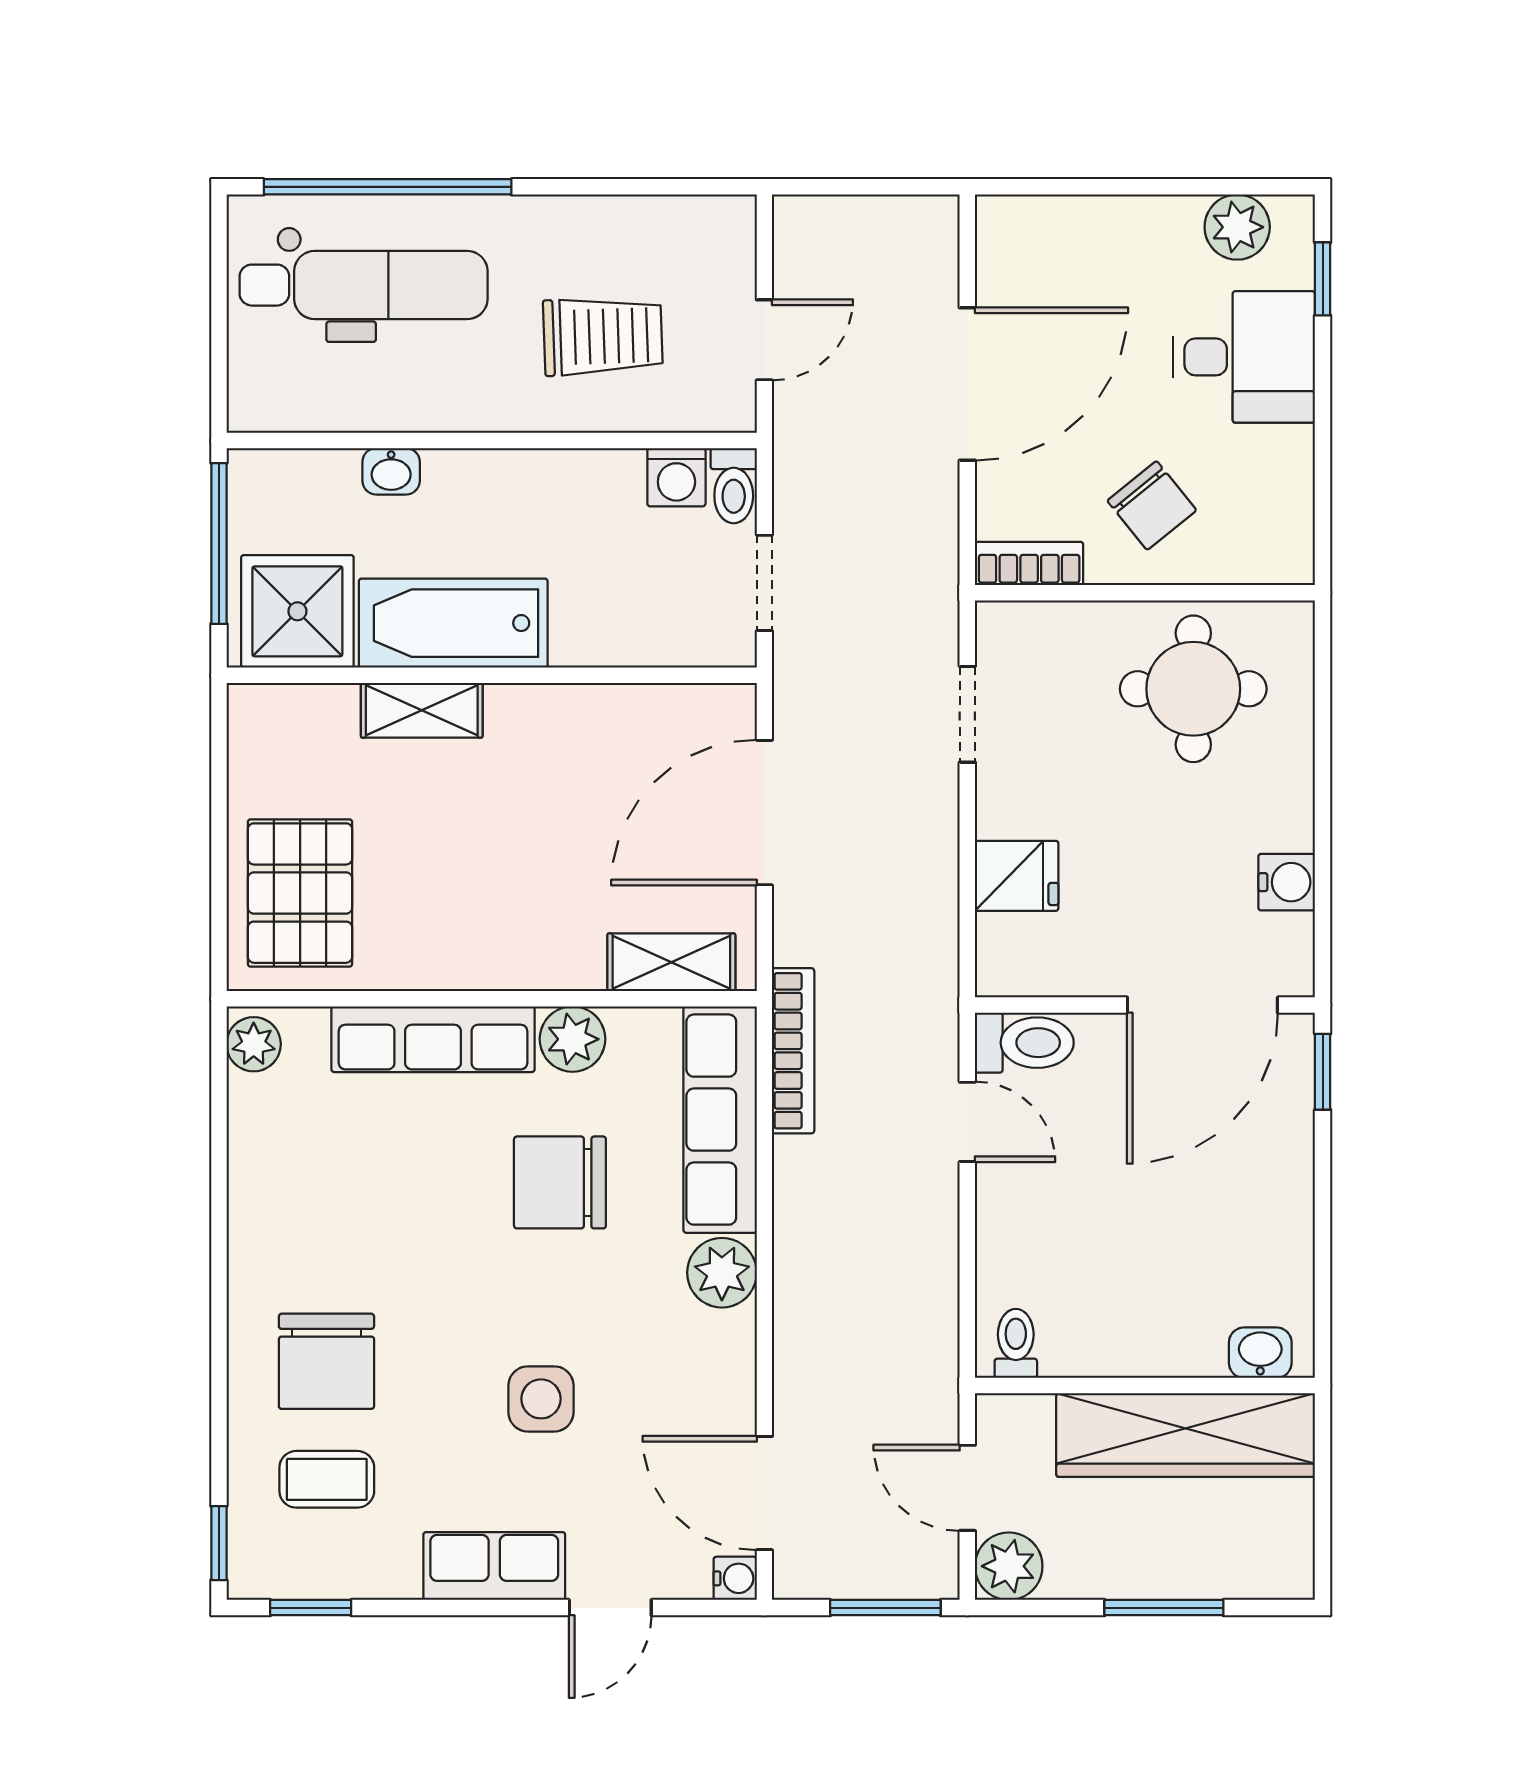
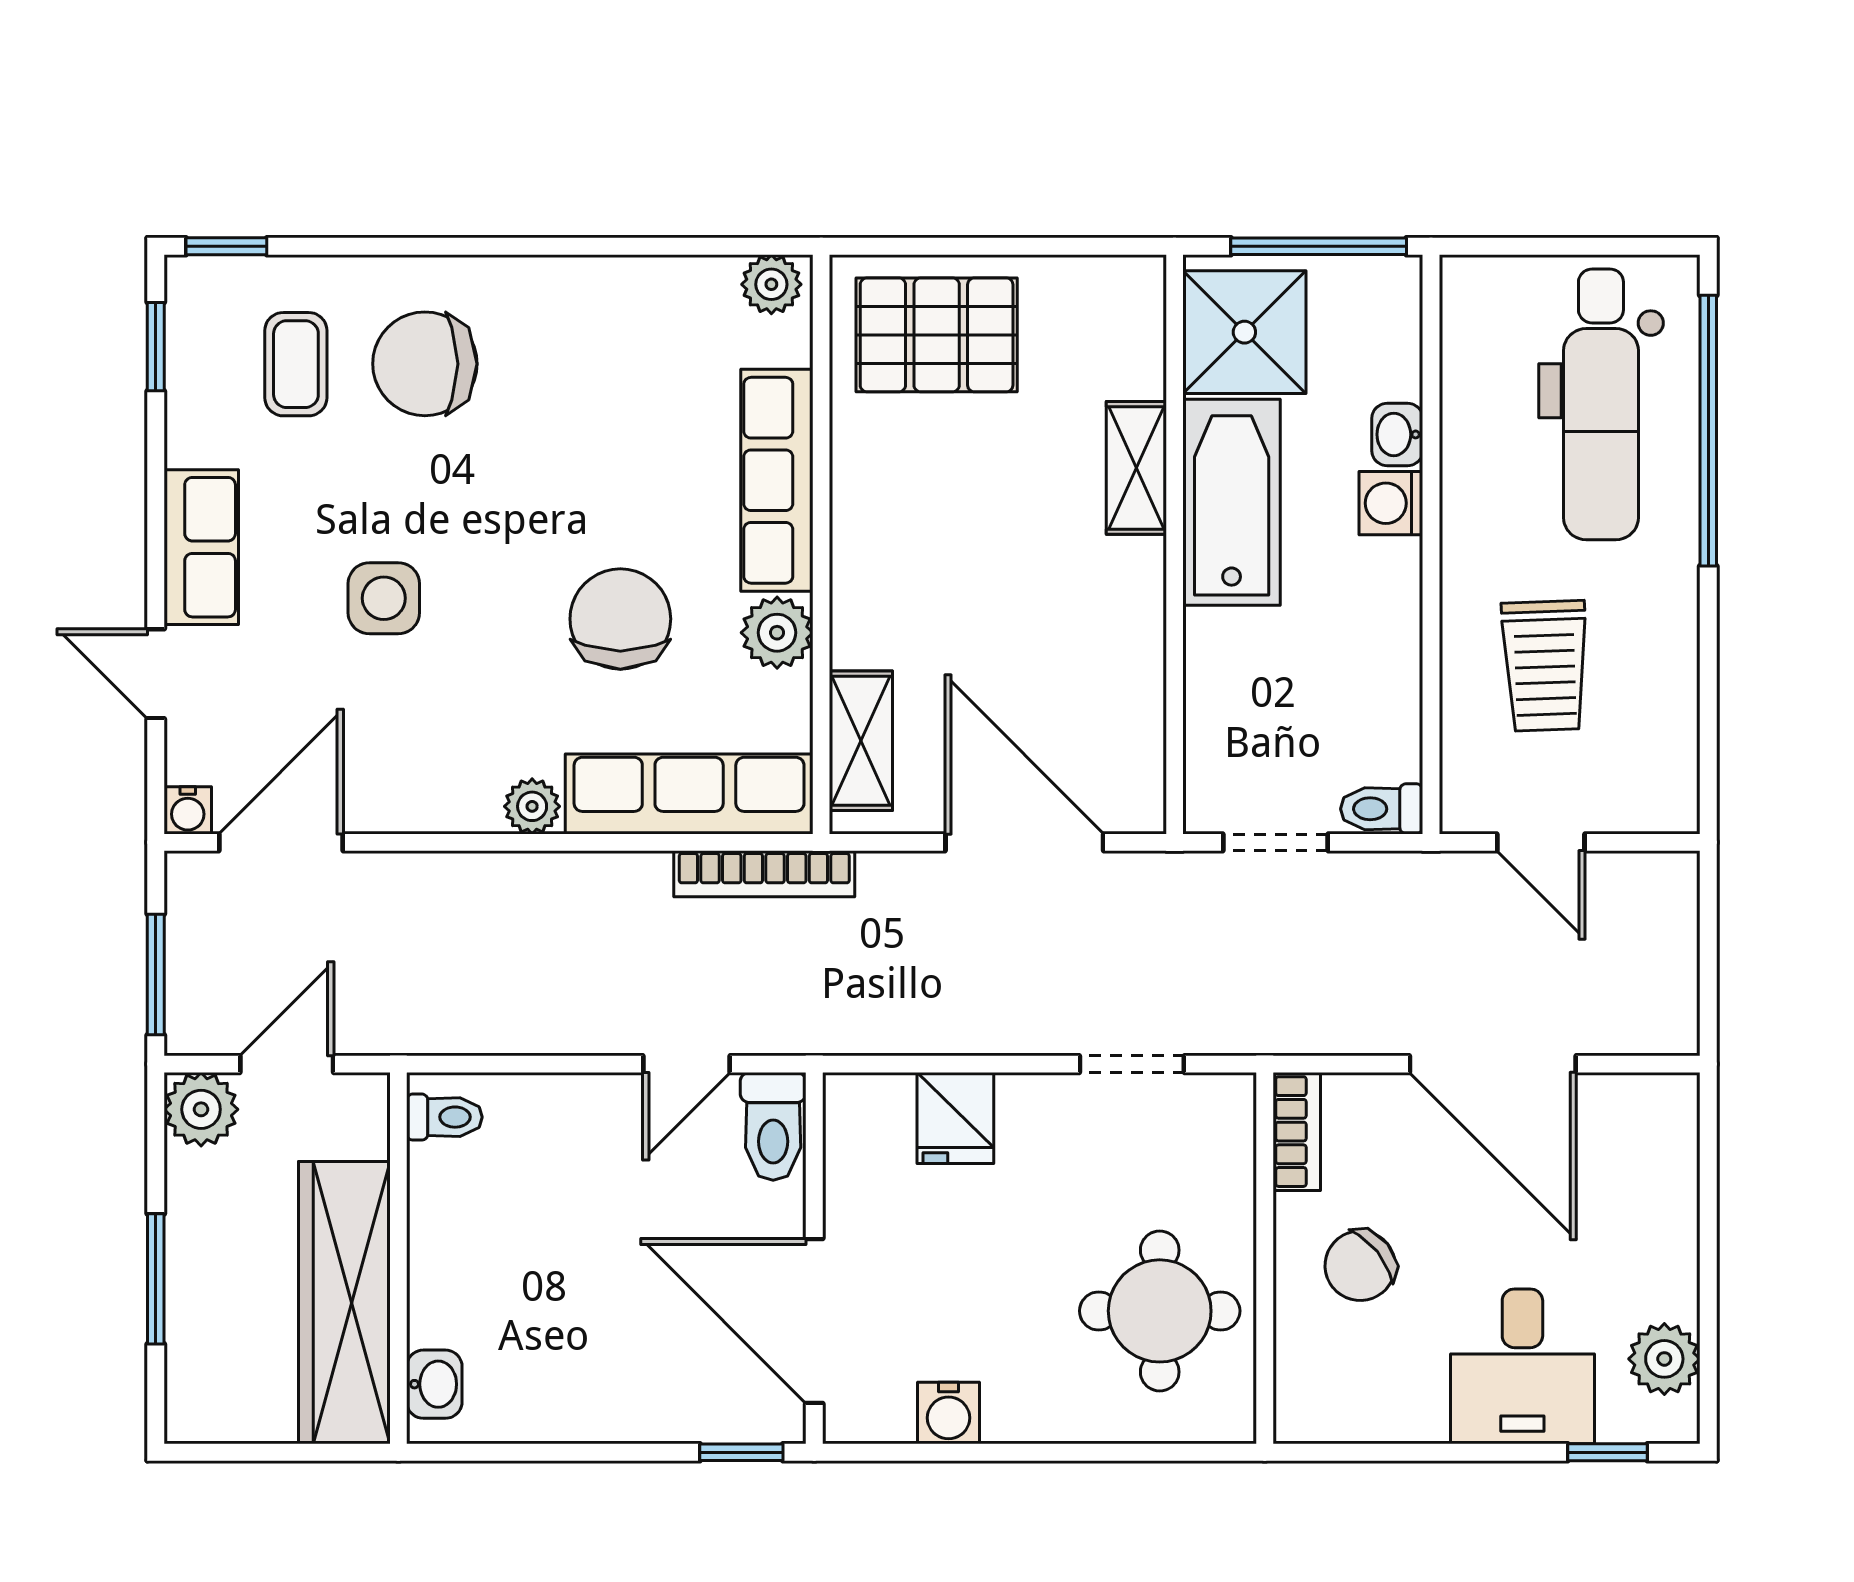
washing machine: (676, 477) -> (1391, 503), moved
plant: (722, 1273) -> (532, 806), width x0.73, depth x0.73

